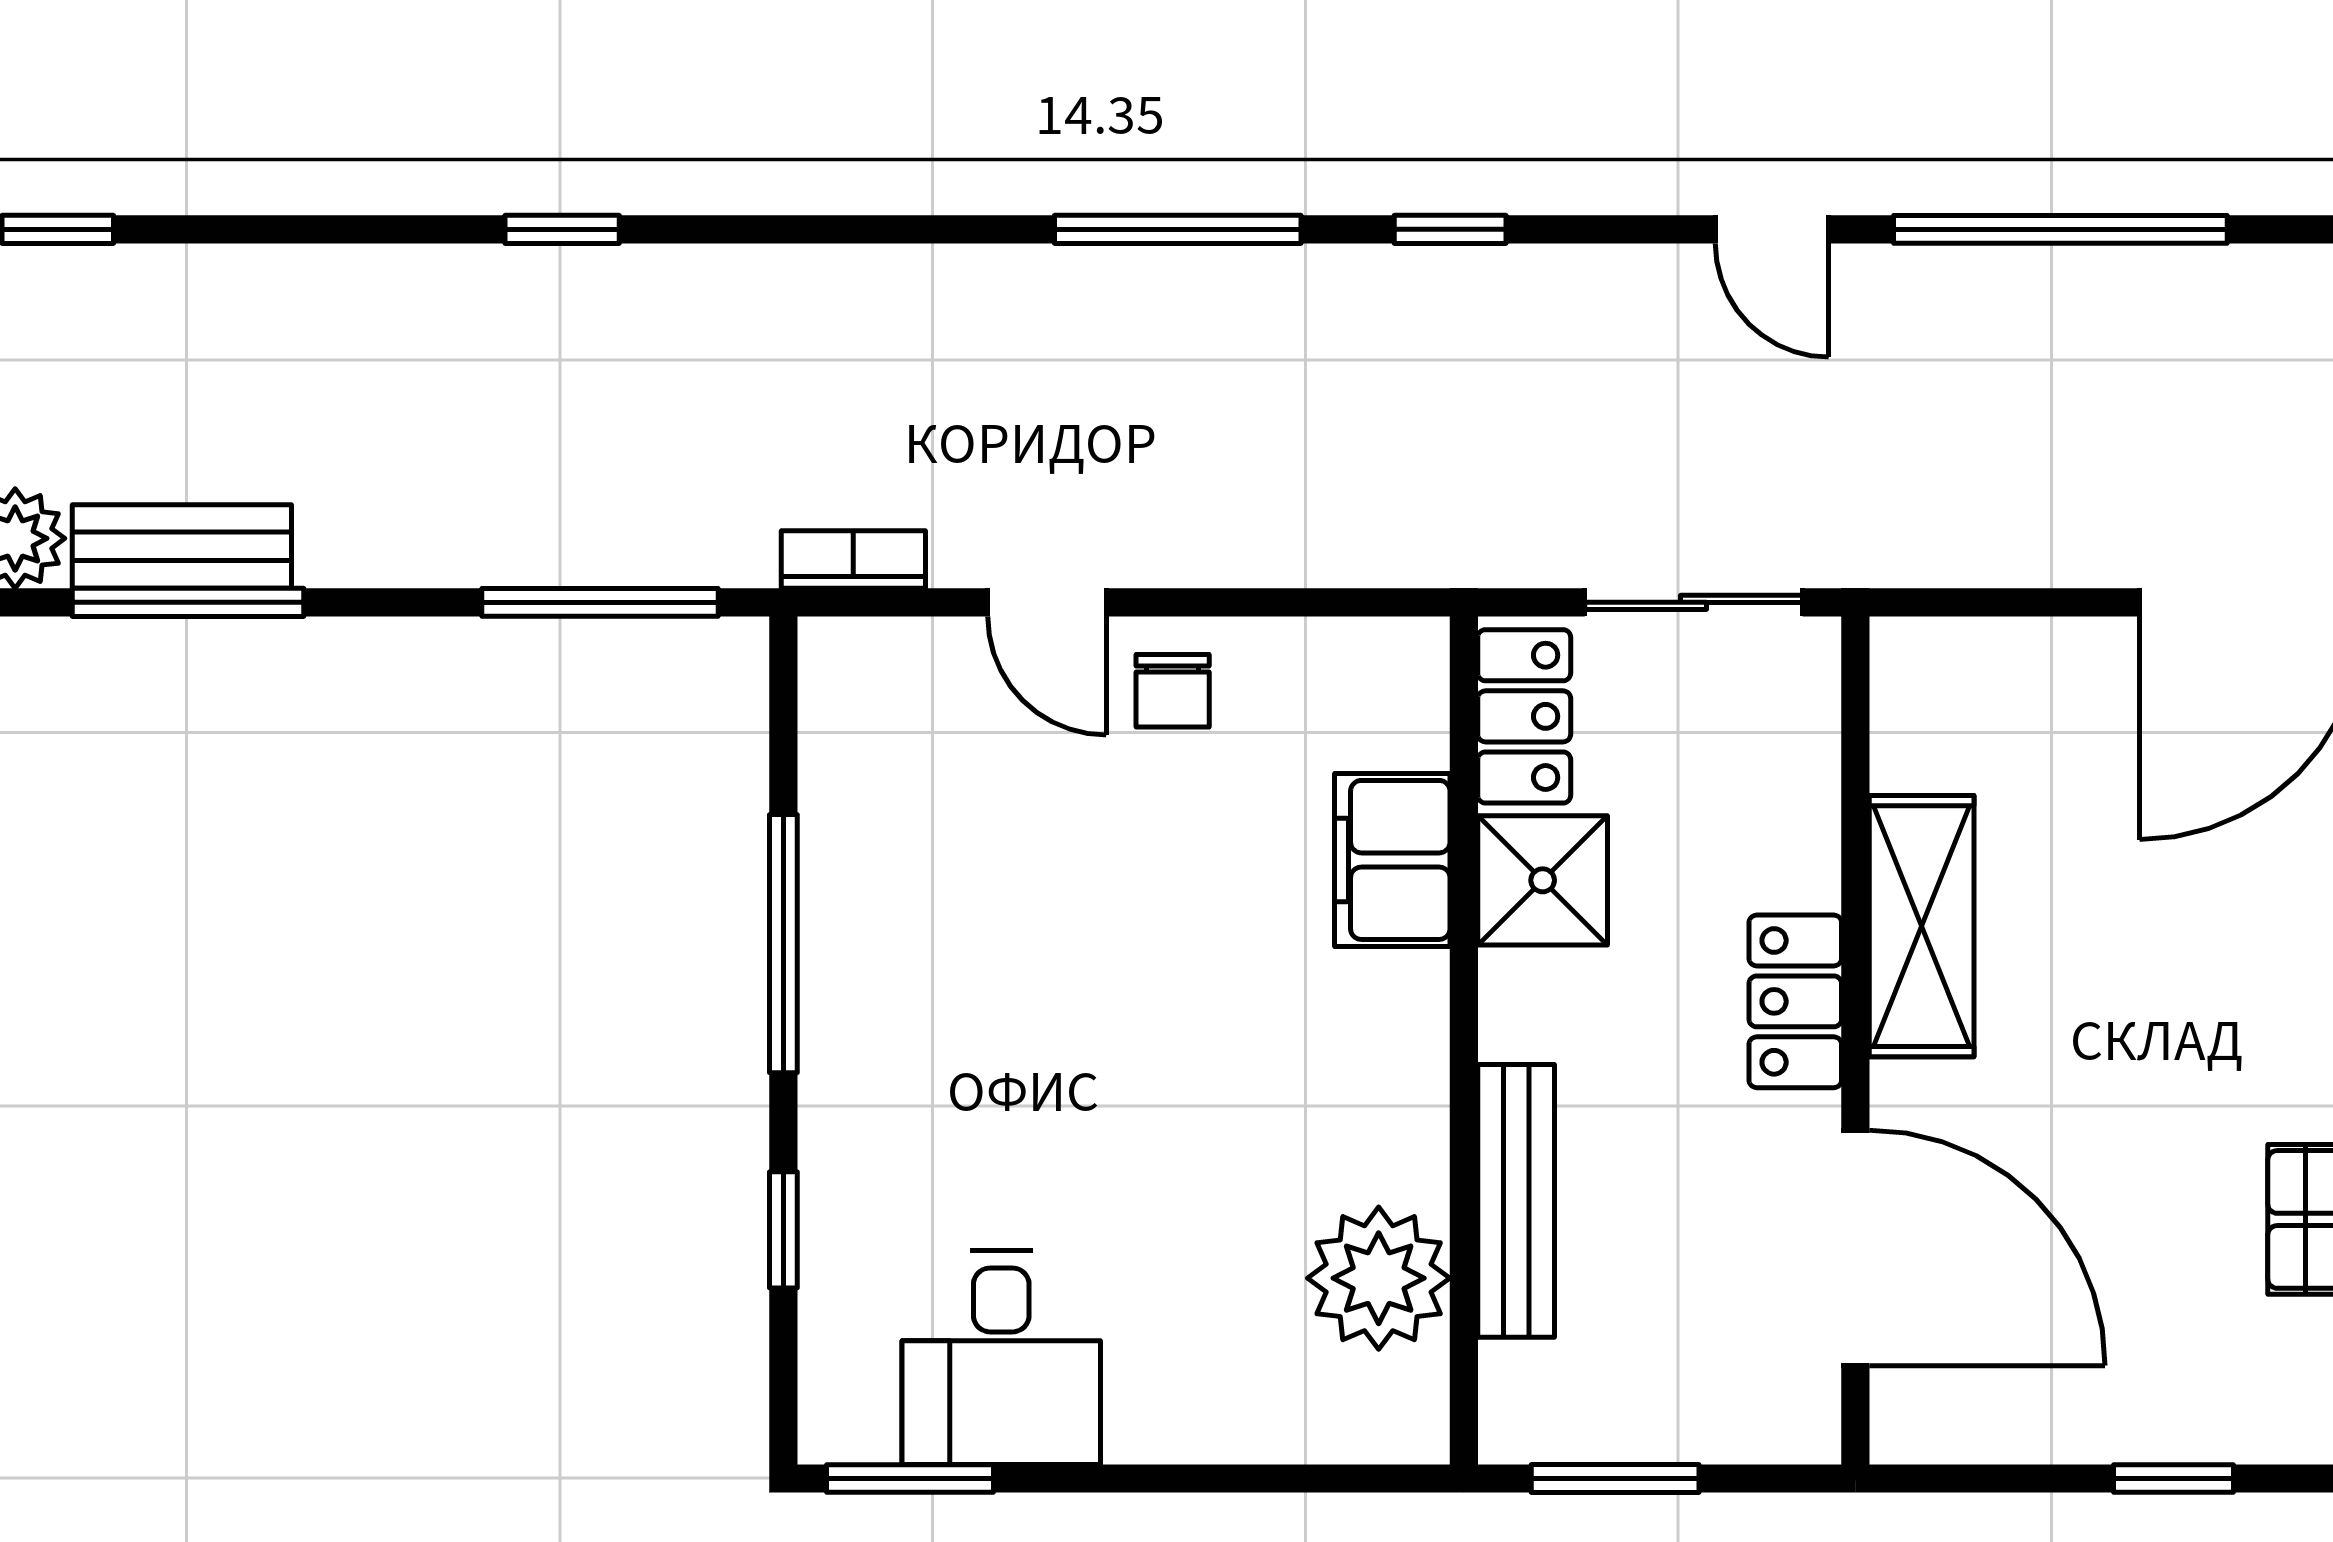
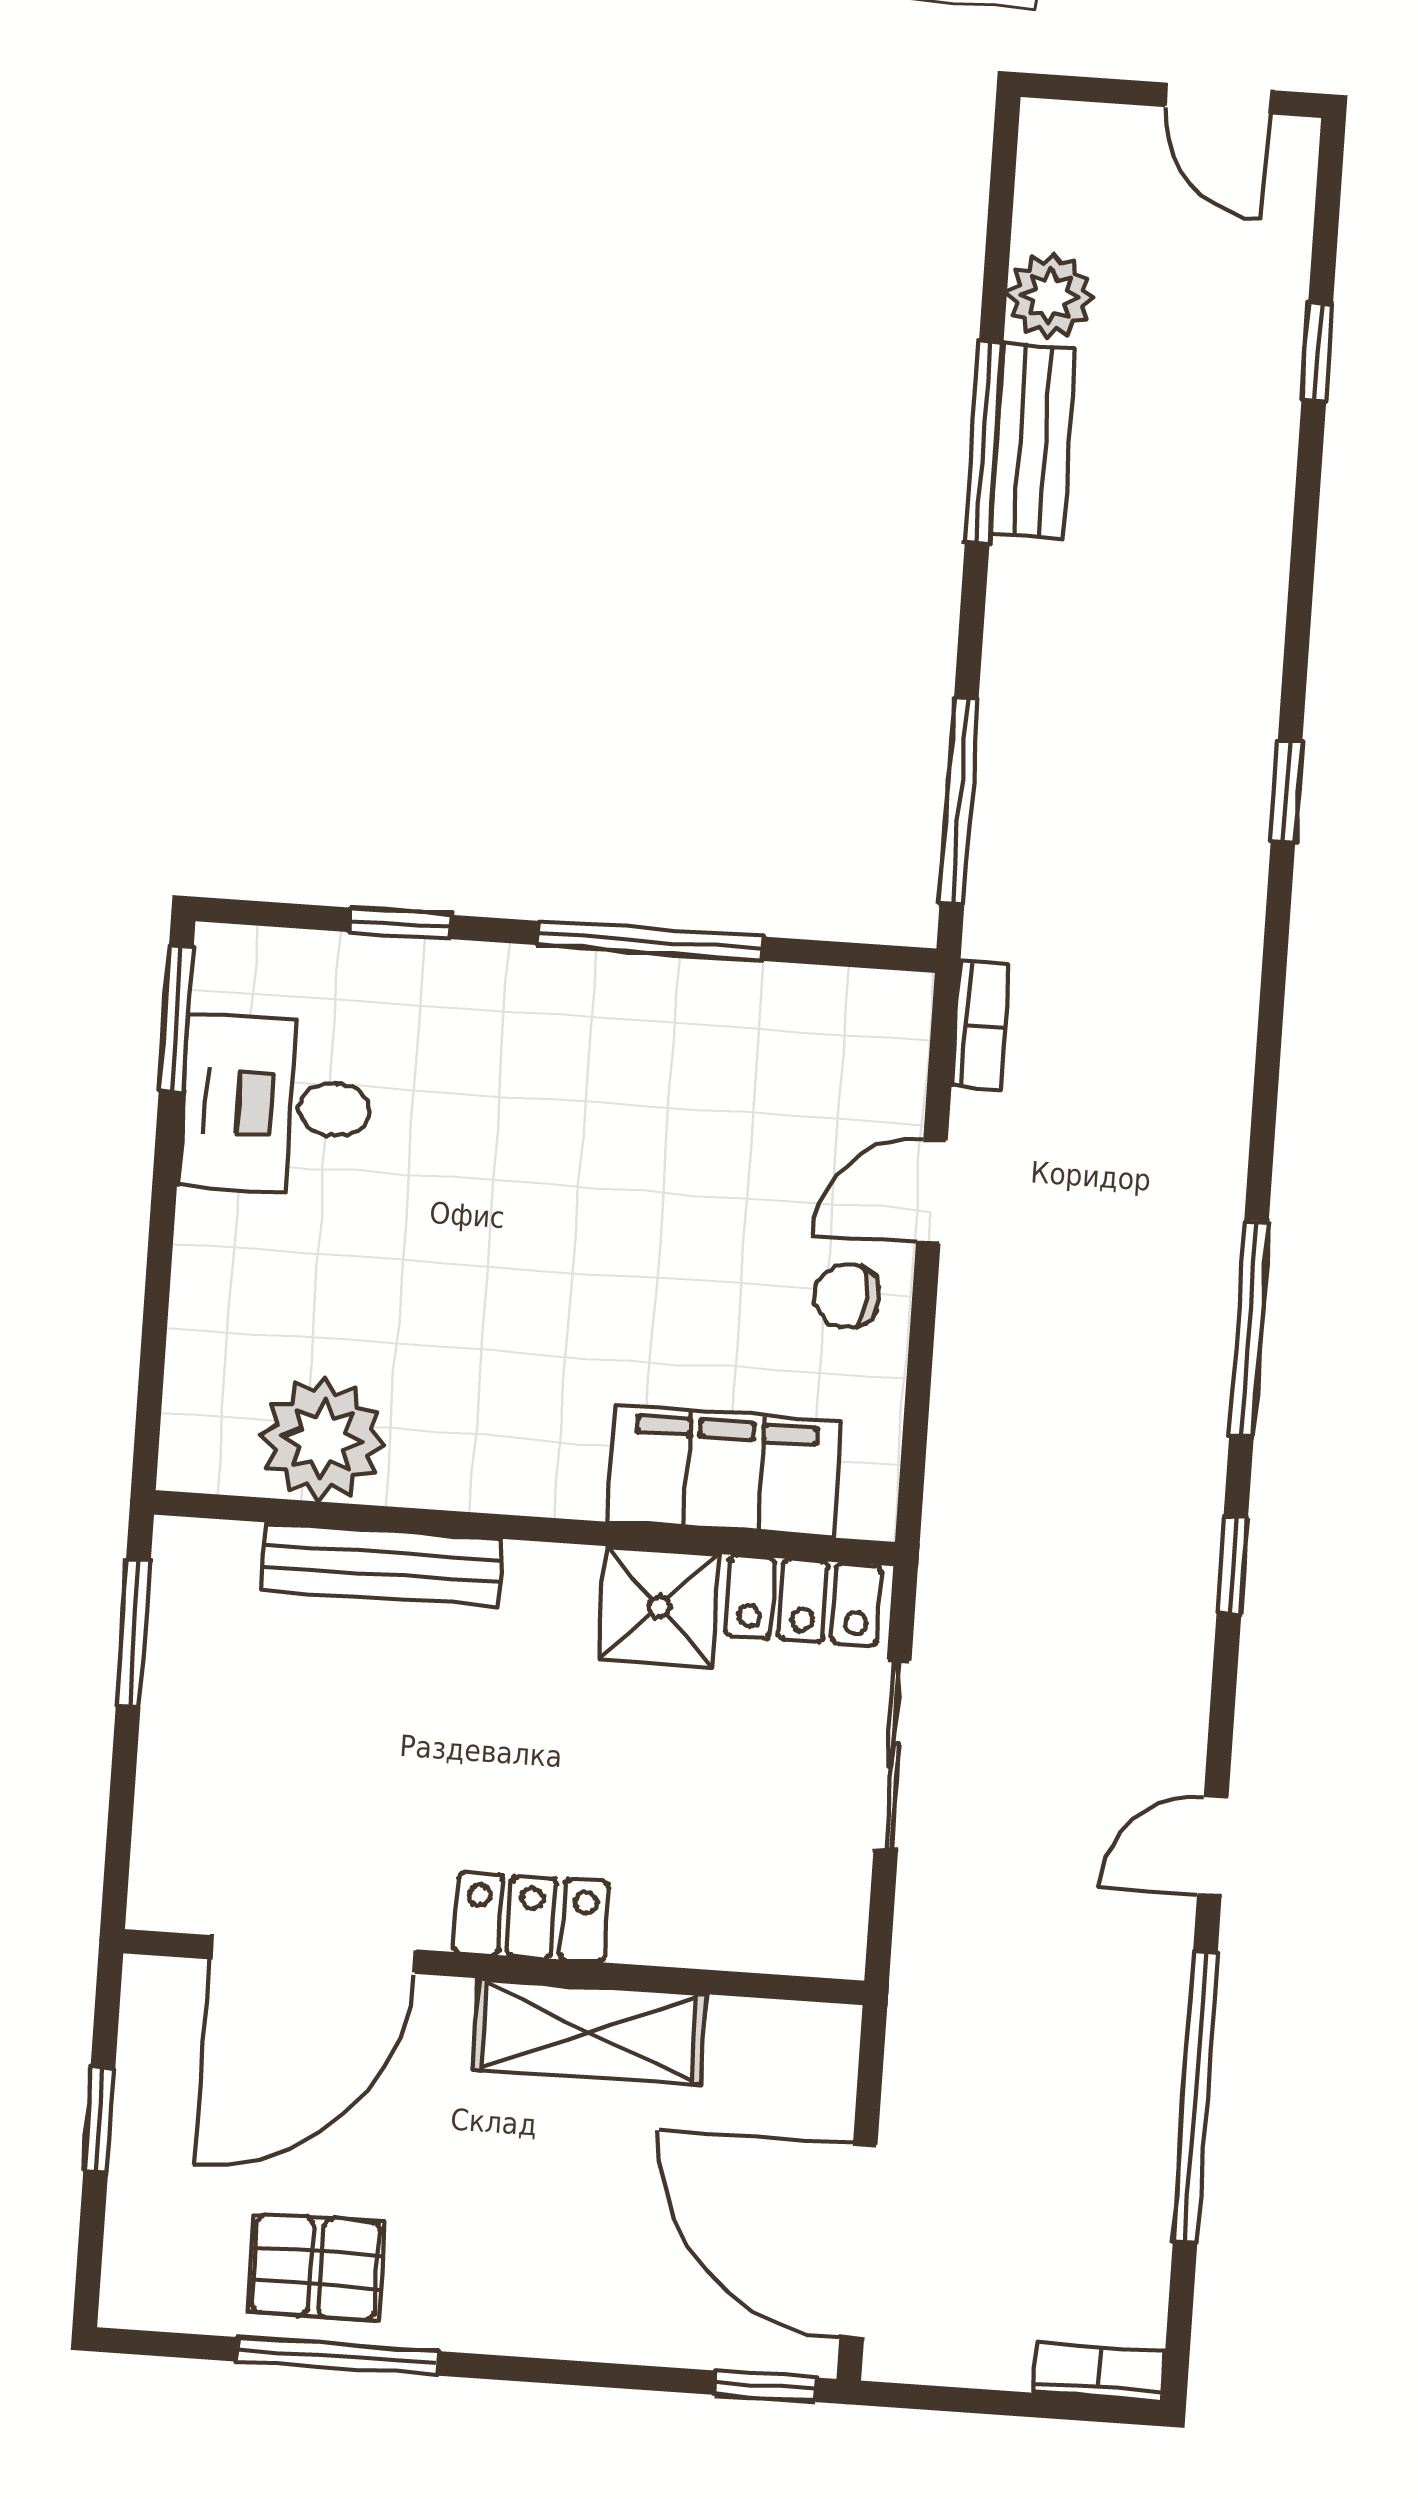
filing cabinet: (1392, 860) -> (724, 1471), width x1.50, depth x1.17
shelving: (1922, 926) -> (589, 2032), moved
locker: (1795, 1001) -> (531, 1917), moved
wall: (1855, 1040) -> (494, 1967), moved
door: (1855, 1248) -> (313, 1954), moved

